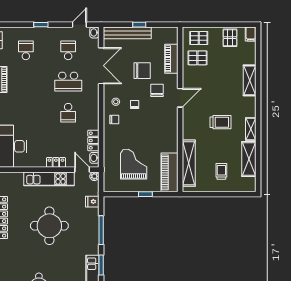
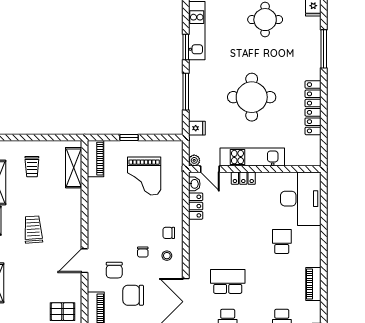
school desk: (68, 113) -> (282, 242), moved
trolley: (220, 122) -> (33, 229), turned 86
shelving: (189, 163) -> (74, 168), width x0.68
piano: (169, 172) -> (96, 159), width x0.73, depth x0.75

